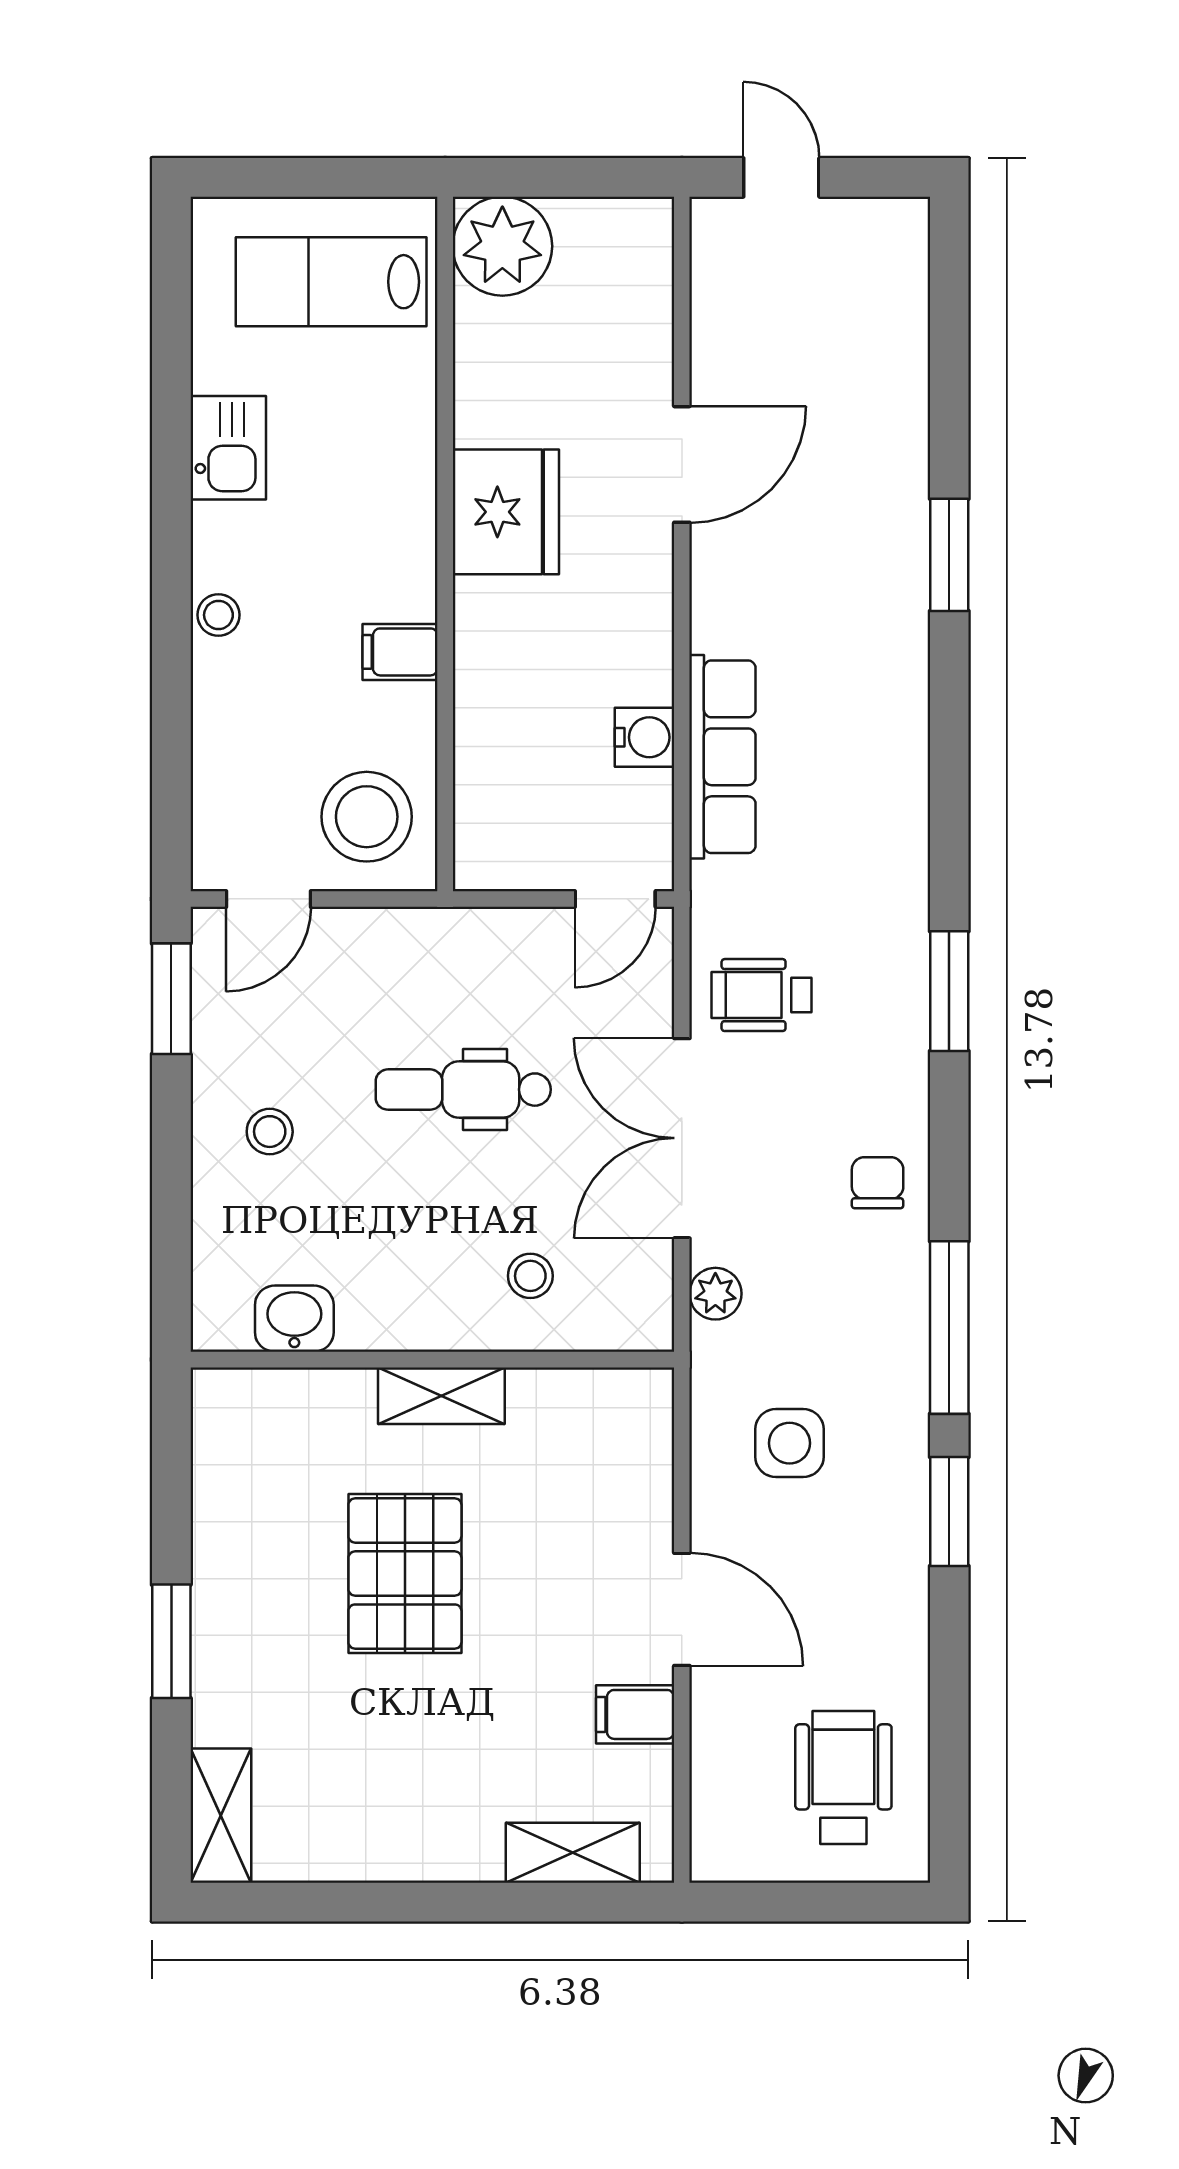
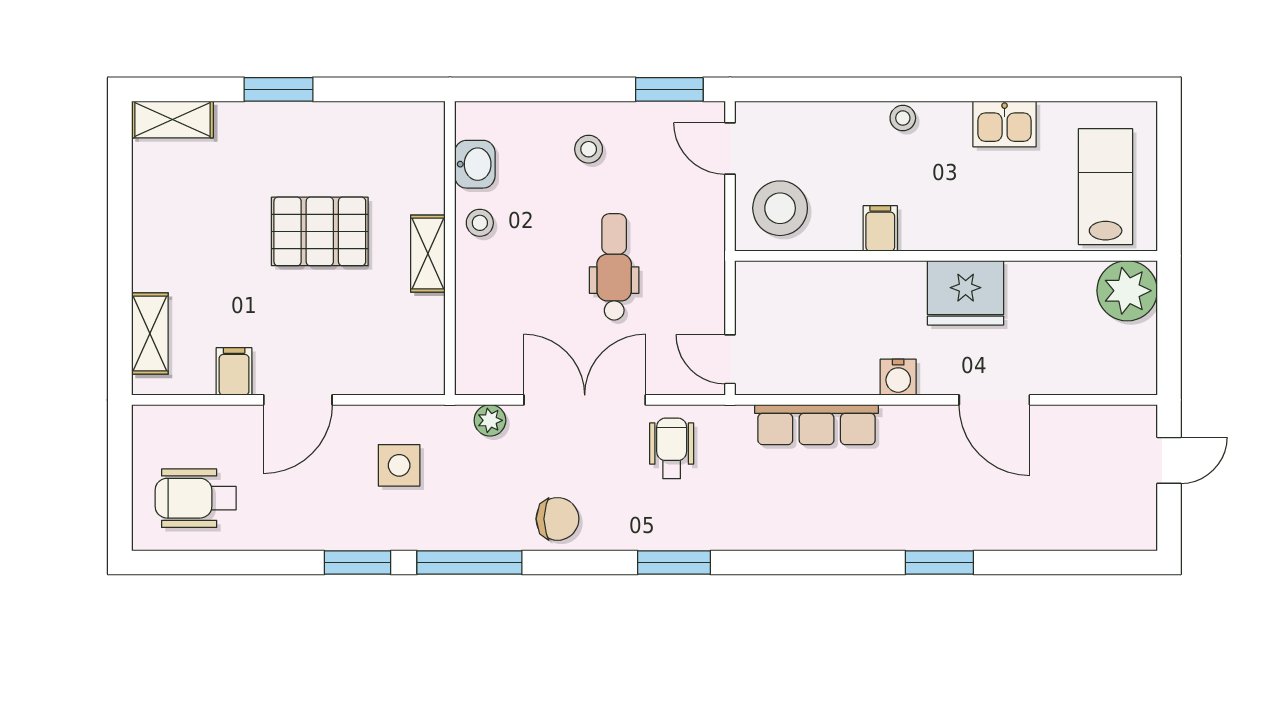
water cooler: (645, 737) -> (898, 377), moved
chair: (878, 1183) -> (557, 519), width x1.37, depth x1.37
stool: (530, 1276) -> (480, 223), moved
wheelchair: (843, 1778) -> (196, 498), turned 180

